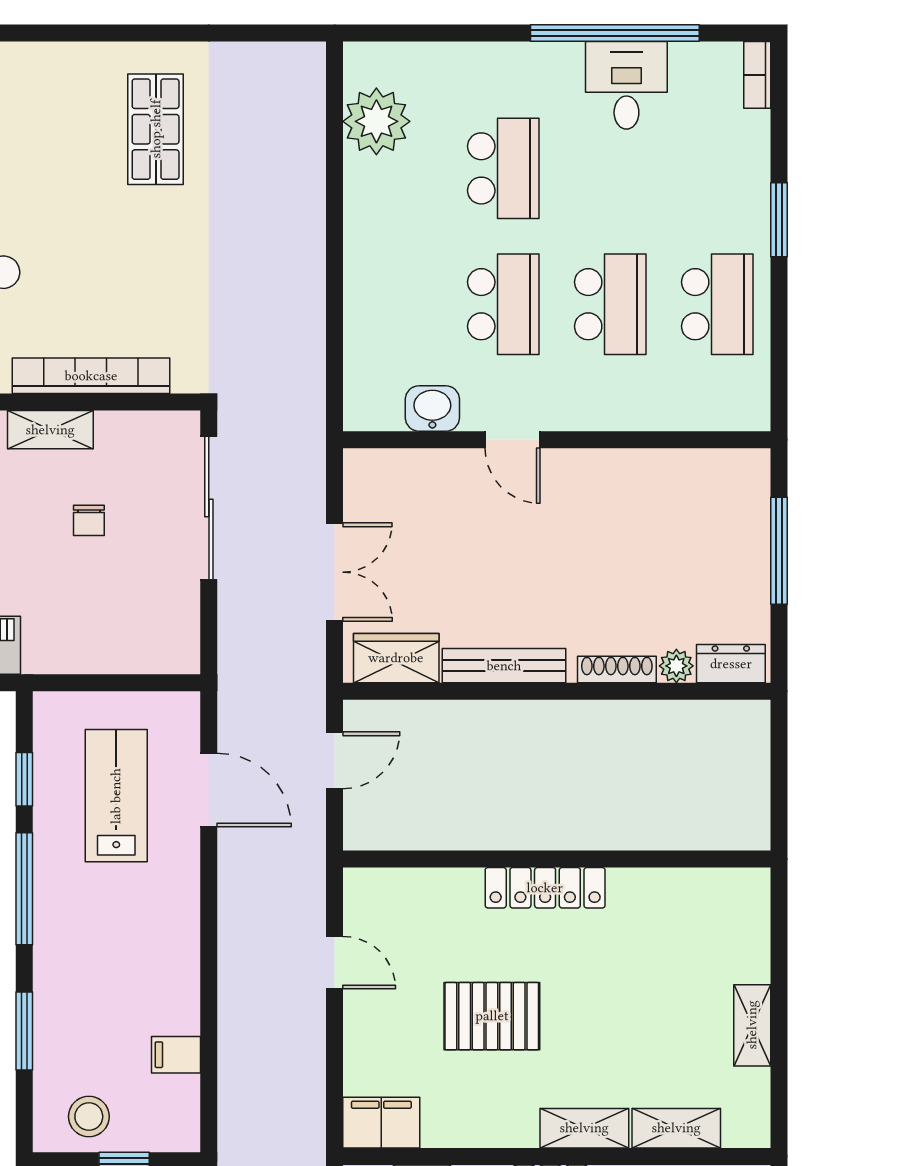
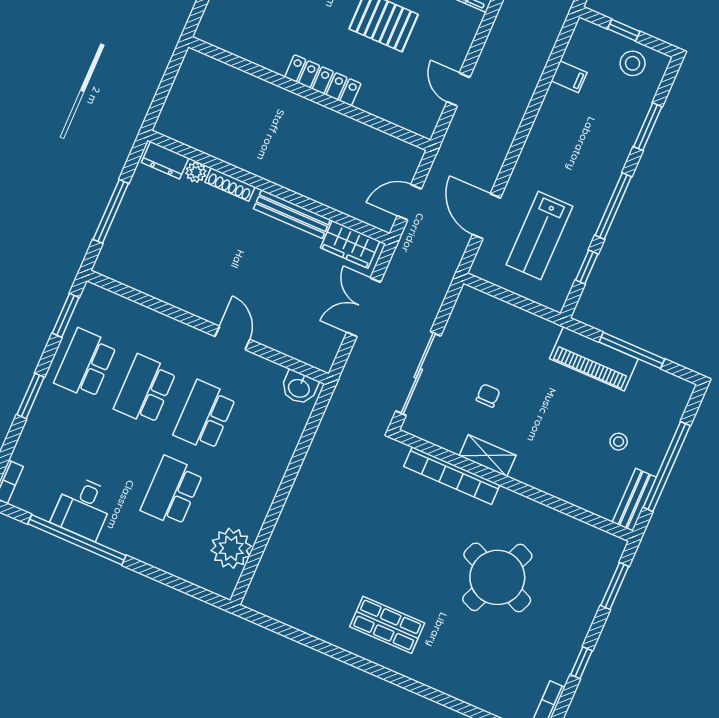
shop shelf: (156, 129) -> (387, 625), moved, turned 90
window: (779, 364) -> (66, 315), added
washbasin: (432, 408) -> (299, 388), moved

